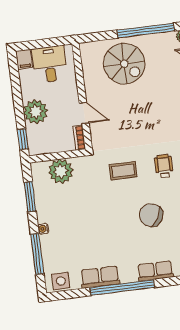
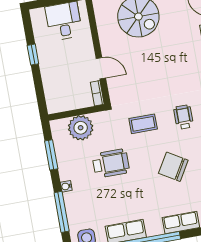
filing cabinet: (24, 59) -> (38, 18), removed
plant: (36, 112) -> (52, 69), removed
window: (23, 139) -> (33, 55), moved
wheelchair: (89, 208) -> (111, 163), added

